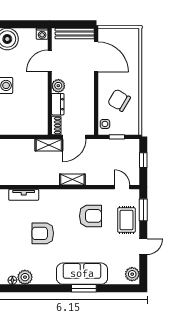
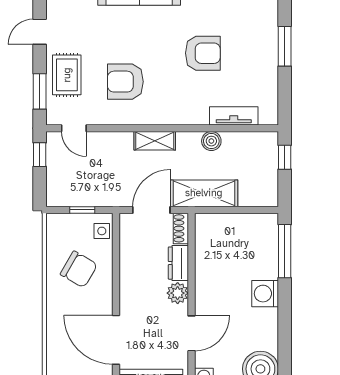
shelving: (49, 145) -> (204, 193), width x1.50, depth x1.33
window: (143, 160) -> (40, 155), moved
boiler: (37, 179) -> (211, 141), added

